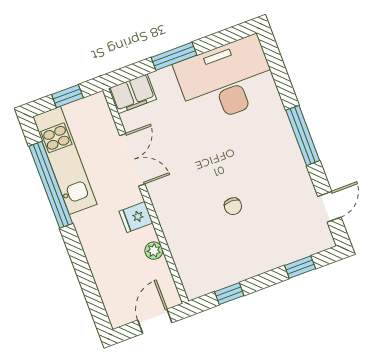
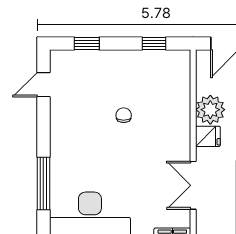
window: (303, 135) -> (43, 184), moved
plant: (154, 251) -> (210, 110), width x1.88, depth x1.88

